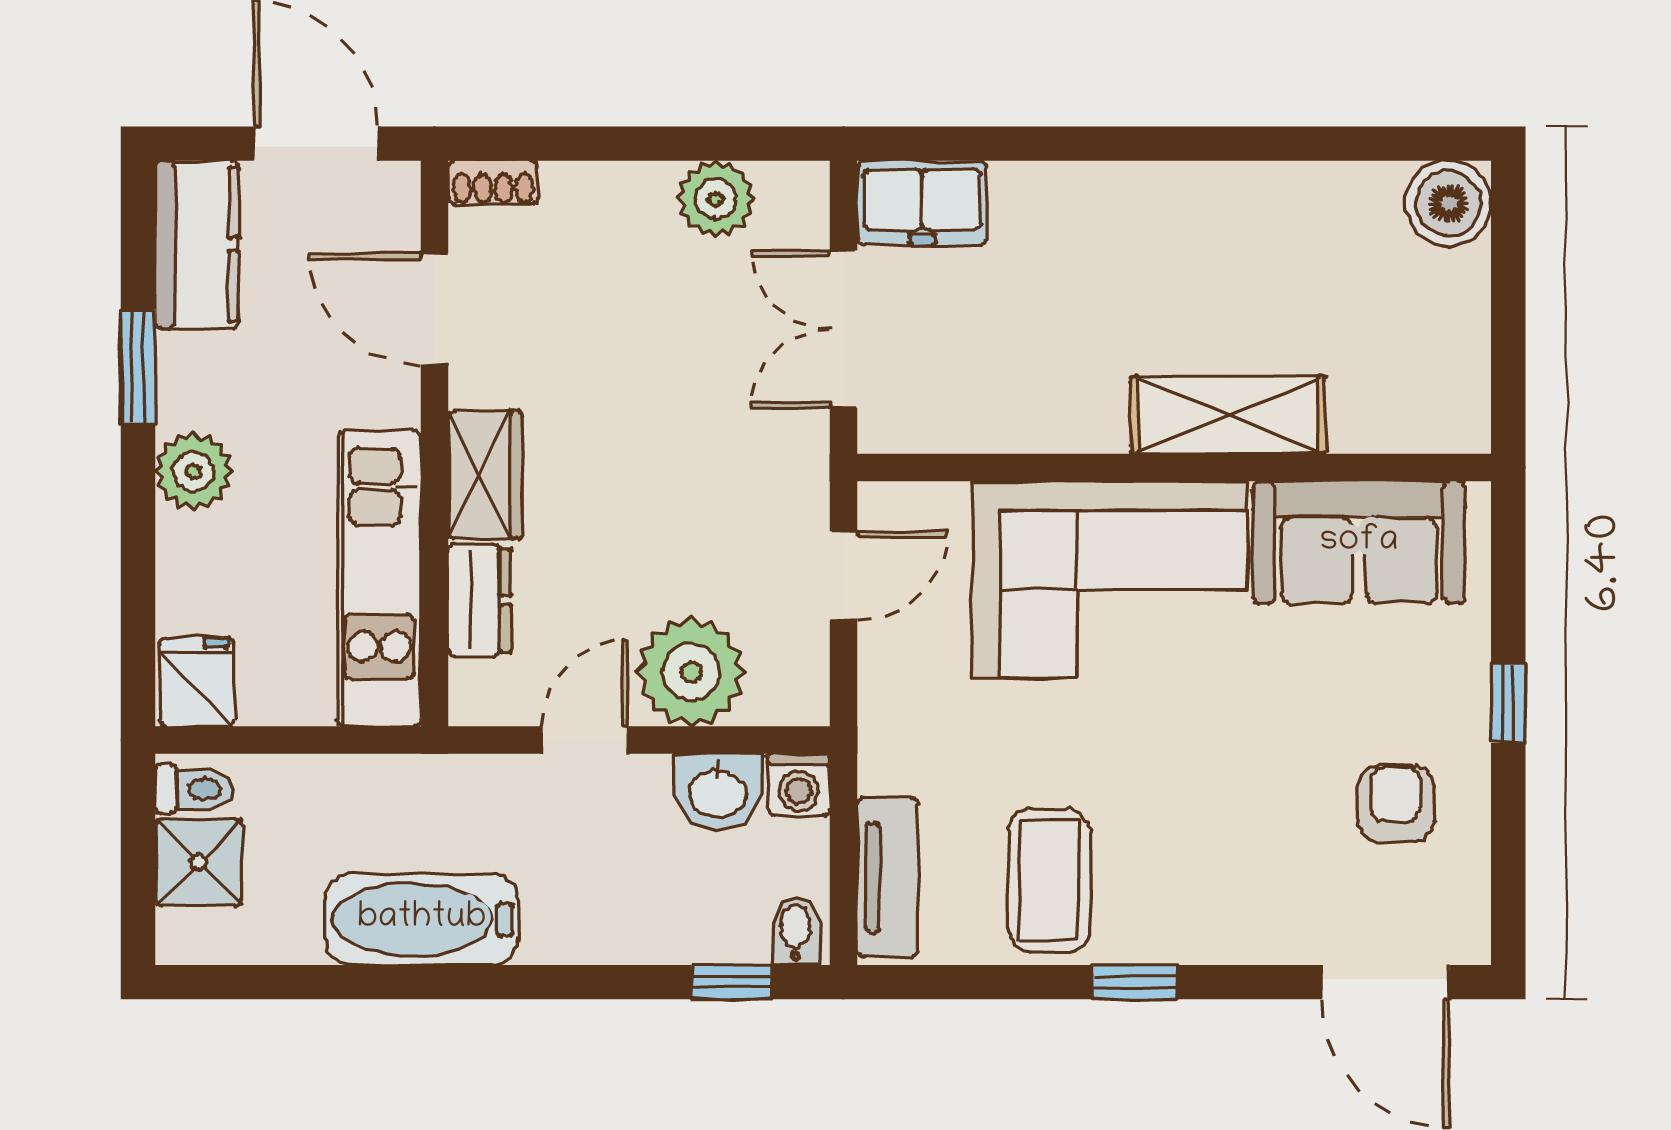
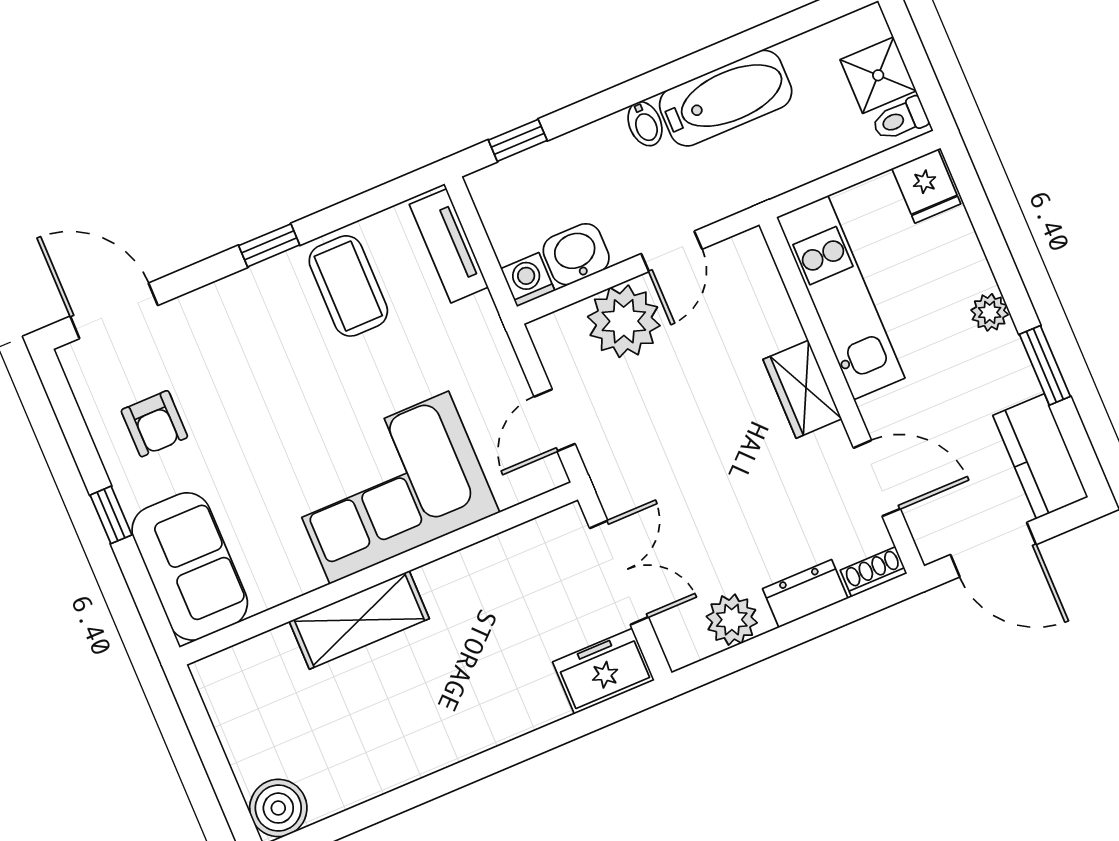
plant: (194, 472) -> (990, 312), width x0.73, depth x0.73
sofa: (1359, 542) -> (190, 566), moved, turned 90
dresser: (480, 600) -> (805, 594), moved, turned 90
bidet: (795, 931) -> (645, 124), moved

